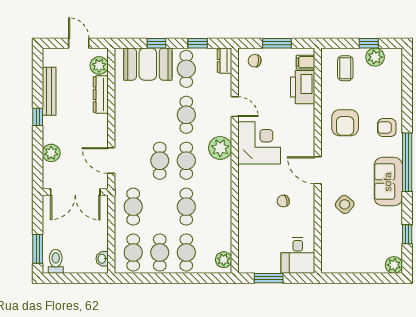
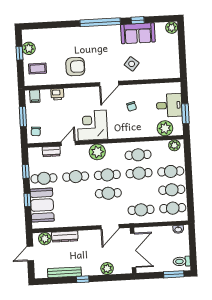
dresser: (225, 61) -> (51, 151), moved
printer: (303, 87) -> (57, 94), width x0.53, depth x0.68
armchair: (387, 128) -> (77, 38), removed
sofa: (388, 182) -> (138, 33), moved
cafe table: (213, 207) -> (138, 155), added
window: (407, 234) -> (138, 20), moved
plant: (249, 247) -> (165, 128), added
desk: (298, 255) -> (169, 105), moved

